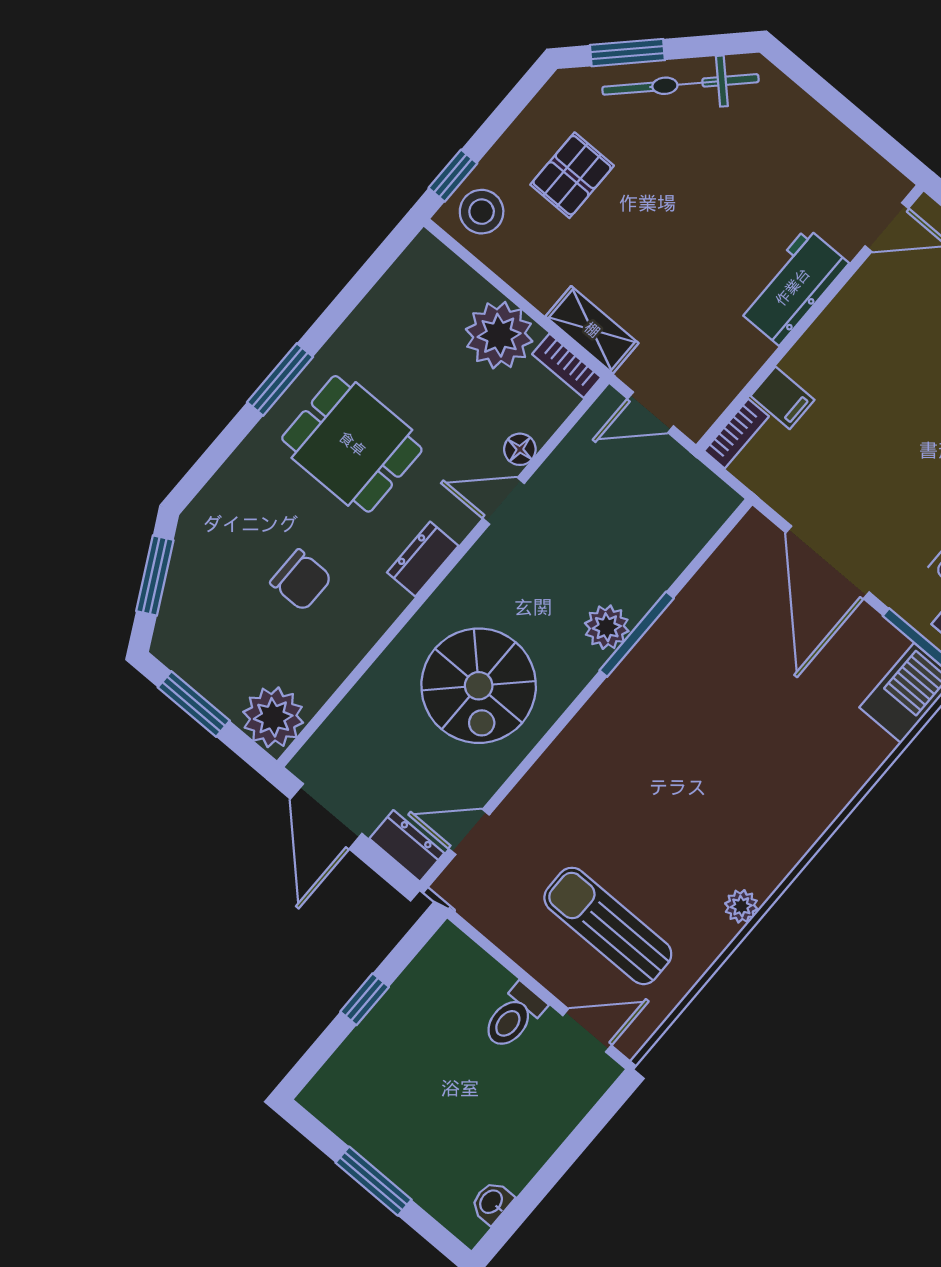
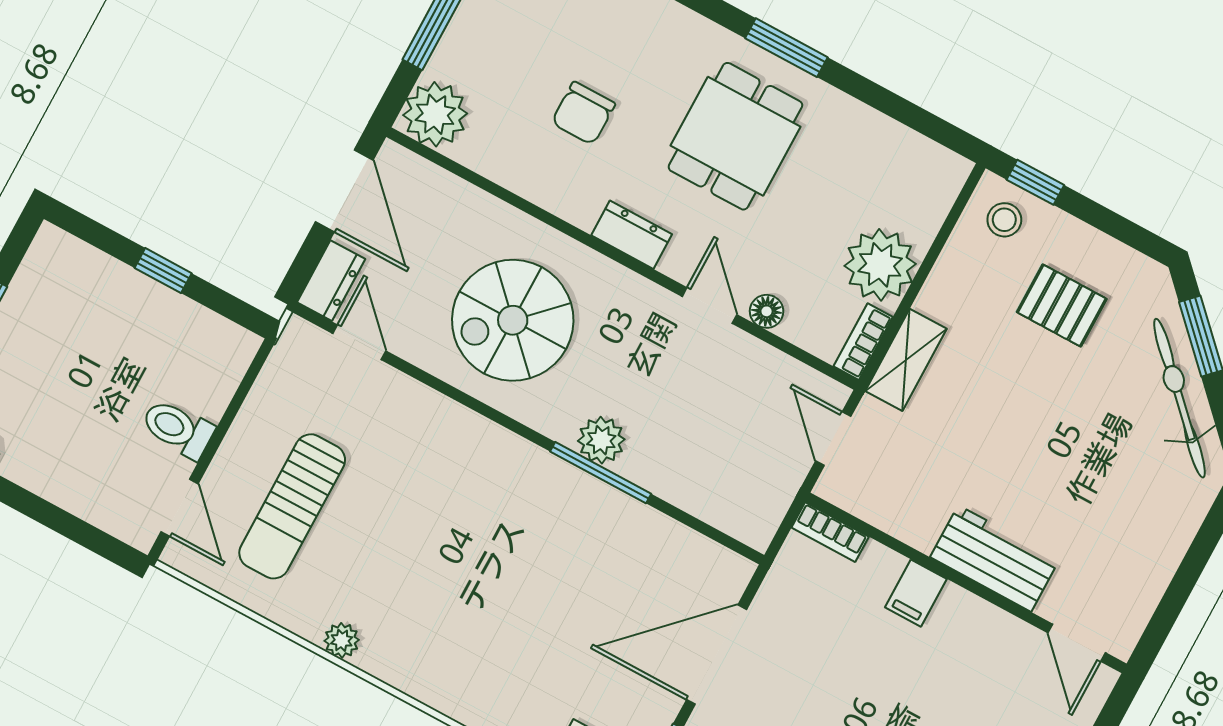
stool: (482, 212) -> (1004, 220), width x0.73, depth x0.73
filing cabinet: (783, 398) -> (916, 593), moved
door: (326, 816) -> (344, 191), swing flipped
sun lounger: (608, 926) -> (292, 506), turned 180

